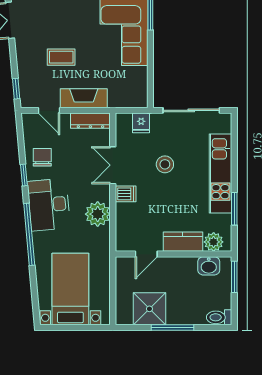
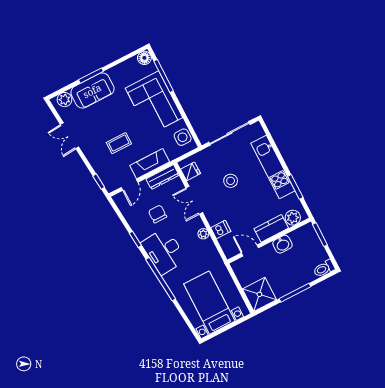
side table: (136, 87) -> (183, 137), added
door: (49, 110) -> (130, 185), hinge flipped
fridge: (141, 123) -> (191, 171), moved, turned -90
chair: (42, 157) -> (158, 214), moved
dishwasher: (126, 194) -> (221, 229), moved
plant: (98, 214) -> (203, 234), width x0.53, depth x0.53
door: (146, 254) -> (250, 250), swing flipped
washbasin: (209, 266) -> (282, 244), moved
shower: (149, 309) -> (259, 294), moved

